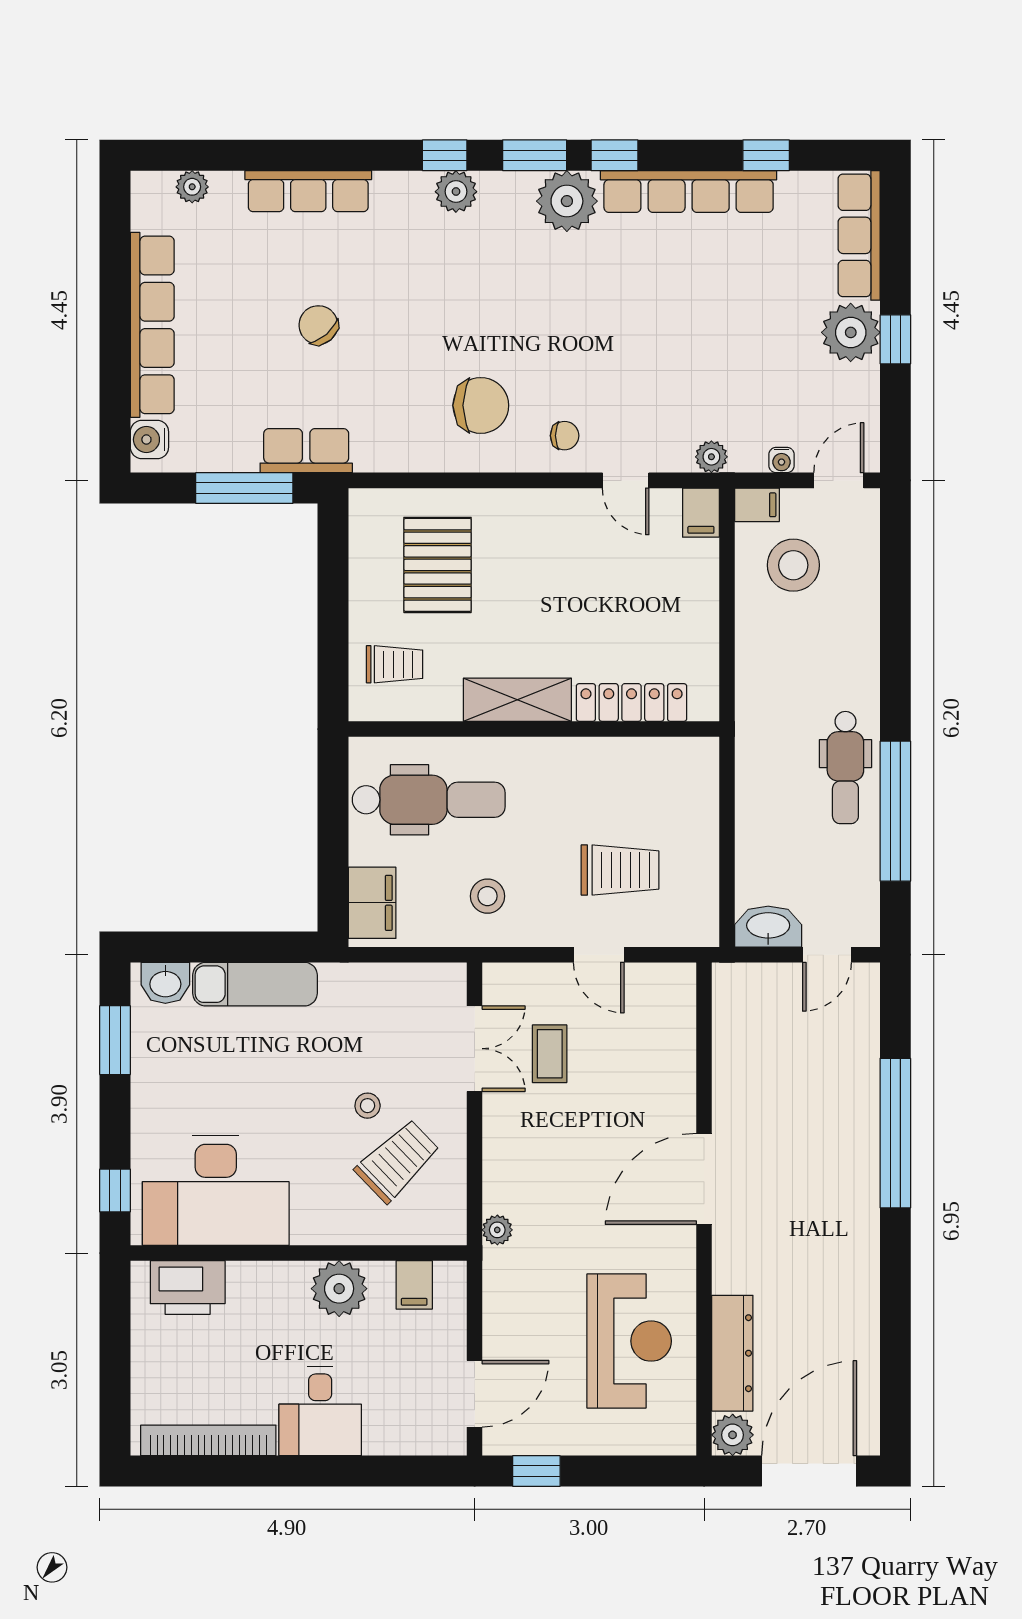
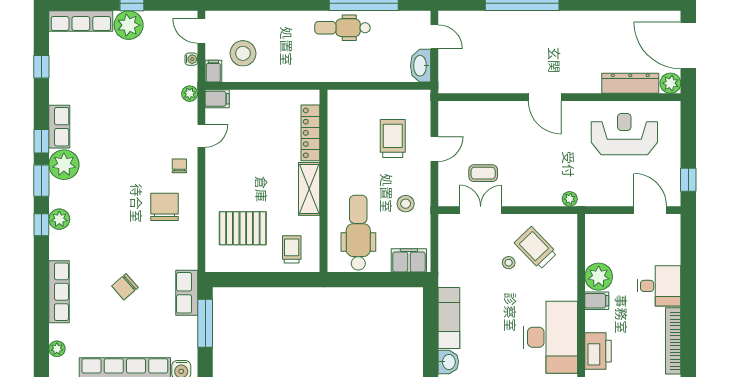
row of seats: (689, 191) -> (59, 127), width x0.50
dental chair: (845, 768) -> (342, 28), turned 180
door: (704, 1179) -> (545, 97), width x0.73
filing cabinet: (414, 1285) -> (597, 301), moved

